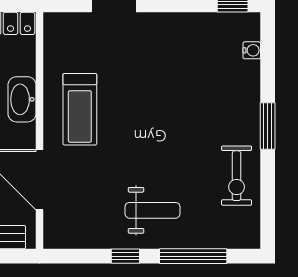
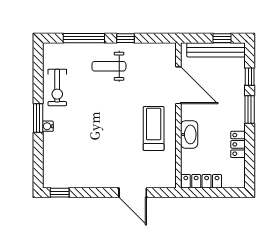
water cooler: (252, 50) -> (48, 126), moved
exercise bike: (237, 176) -> (57, 88), turned 180

